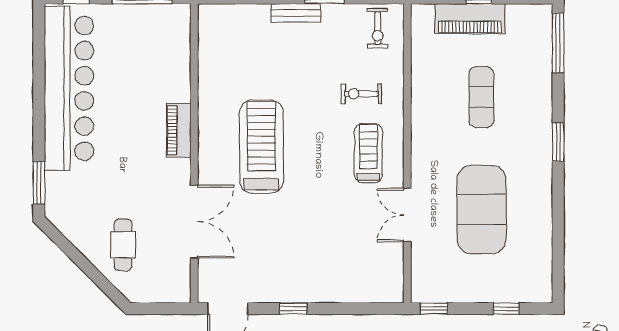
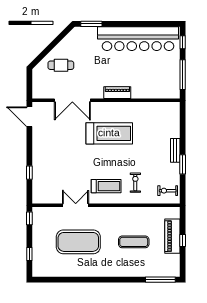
window: (558, 142) -> (112, 280), removed
window: (293, 309) -> (29, 173), moved

